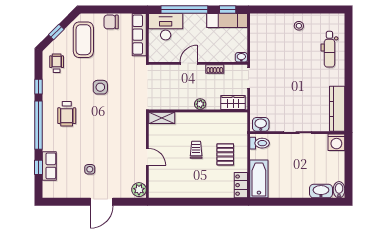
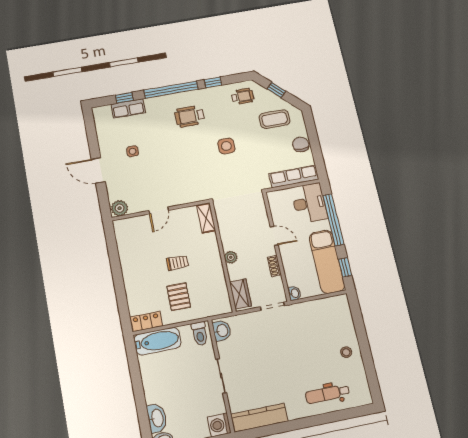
exam couch: (227, 21) -> (327, 262), width x1.36, depth x1.45
coffee table: (83, 40) -> (275, 119), width x0.73, depth x0.76
pallet: (225, 154) -> (179, 297), turned 90

